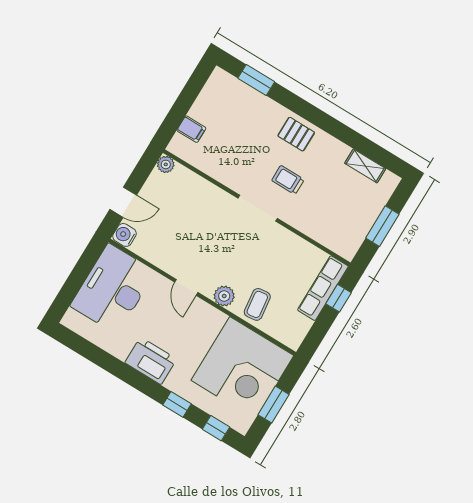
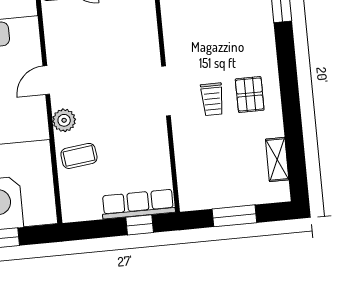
pallet: (296, 134) -> (250, 95), moved
trolley: (288, 180) -> (212, 99), turned 180

